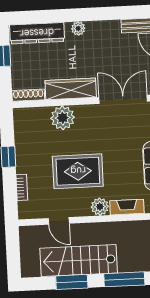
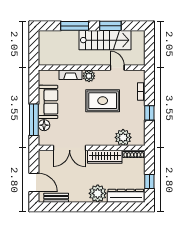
plant: (78, 28) -> (98, 193), width x1.88, depth x1.88
plant: (63, 118) -> (123, 137), moved

